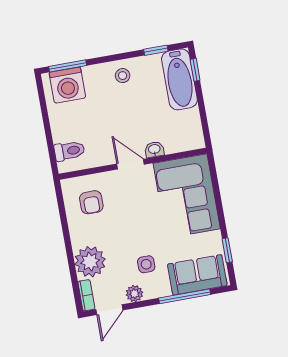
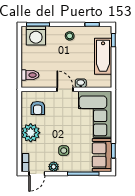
bathtub: (179, 79) -> (103, 56), moved
plant: (90, 262) -> (31, 133), moved
sofa: (197, 275) -> (102, 155), moved, turned -90

